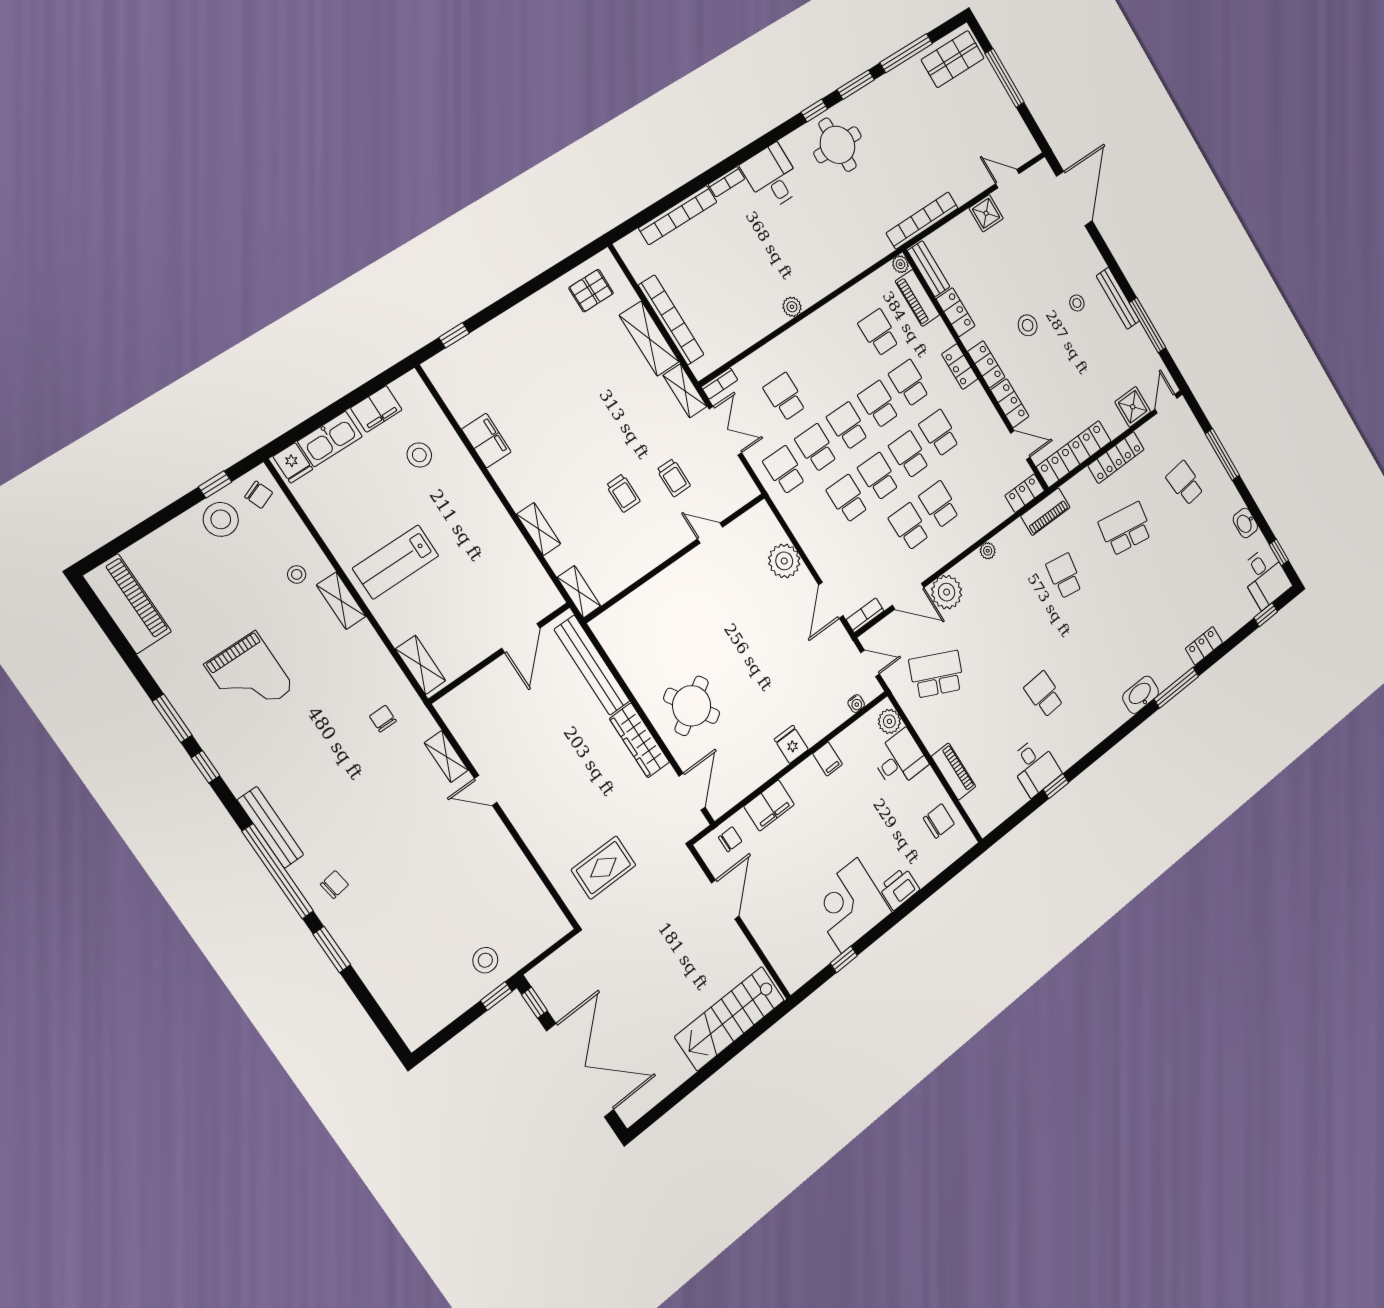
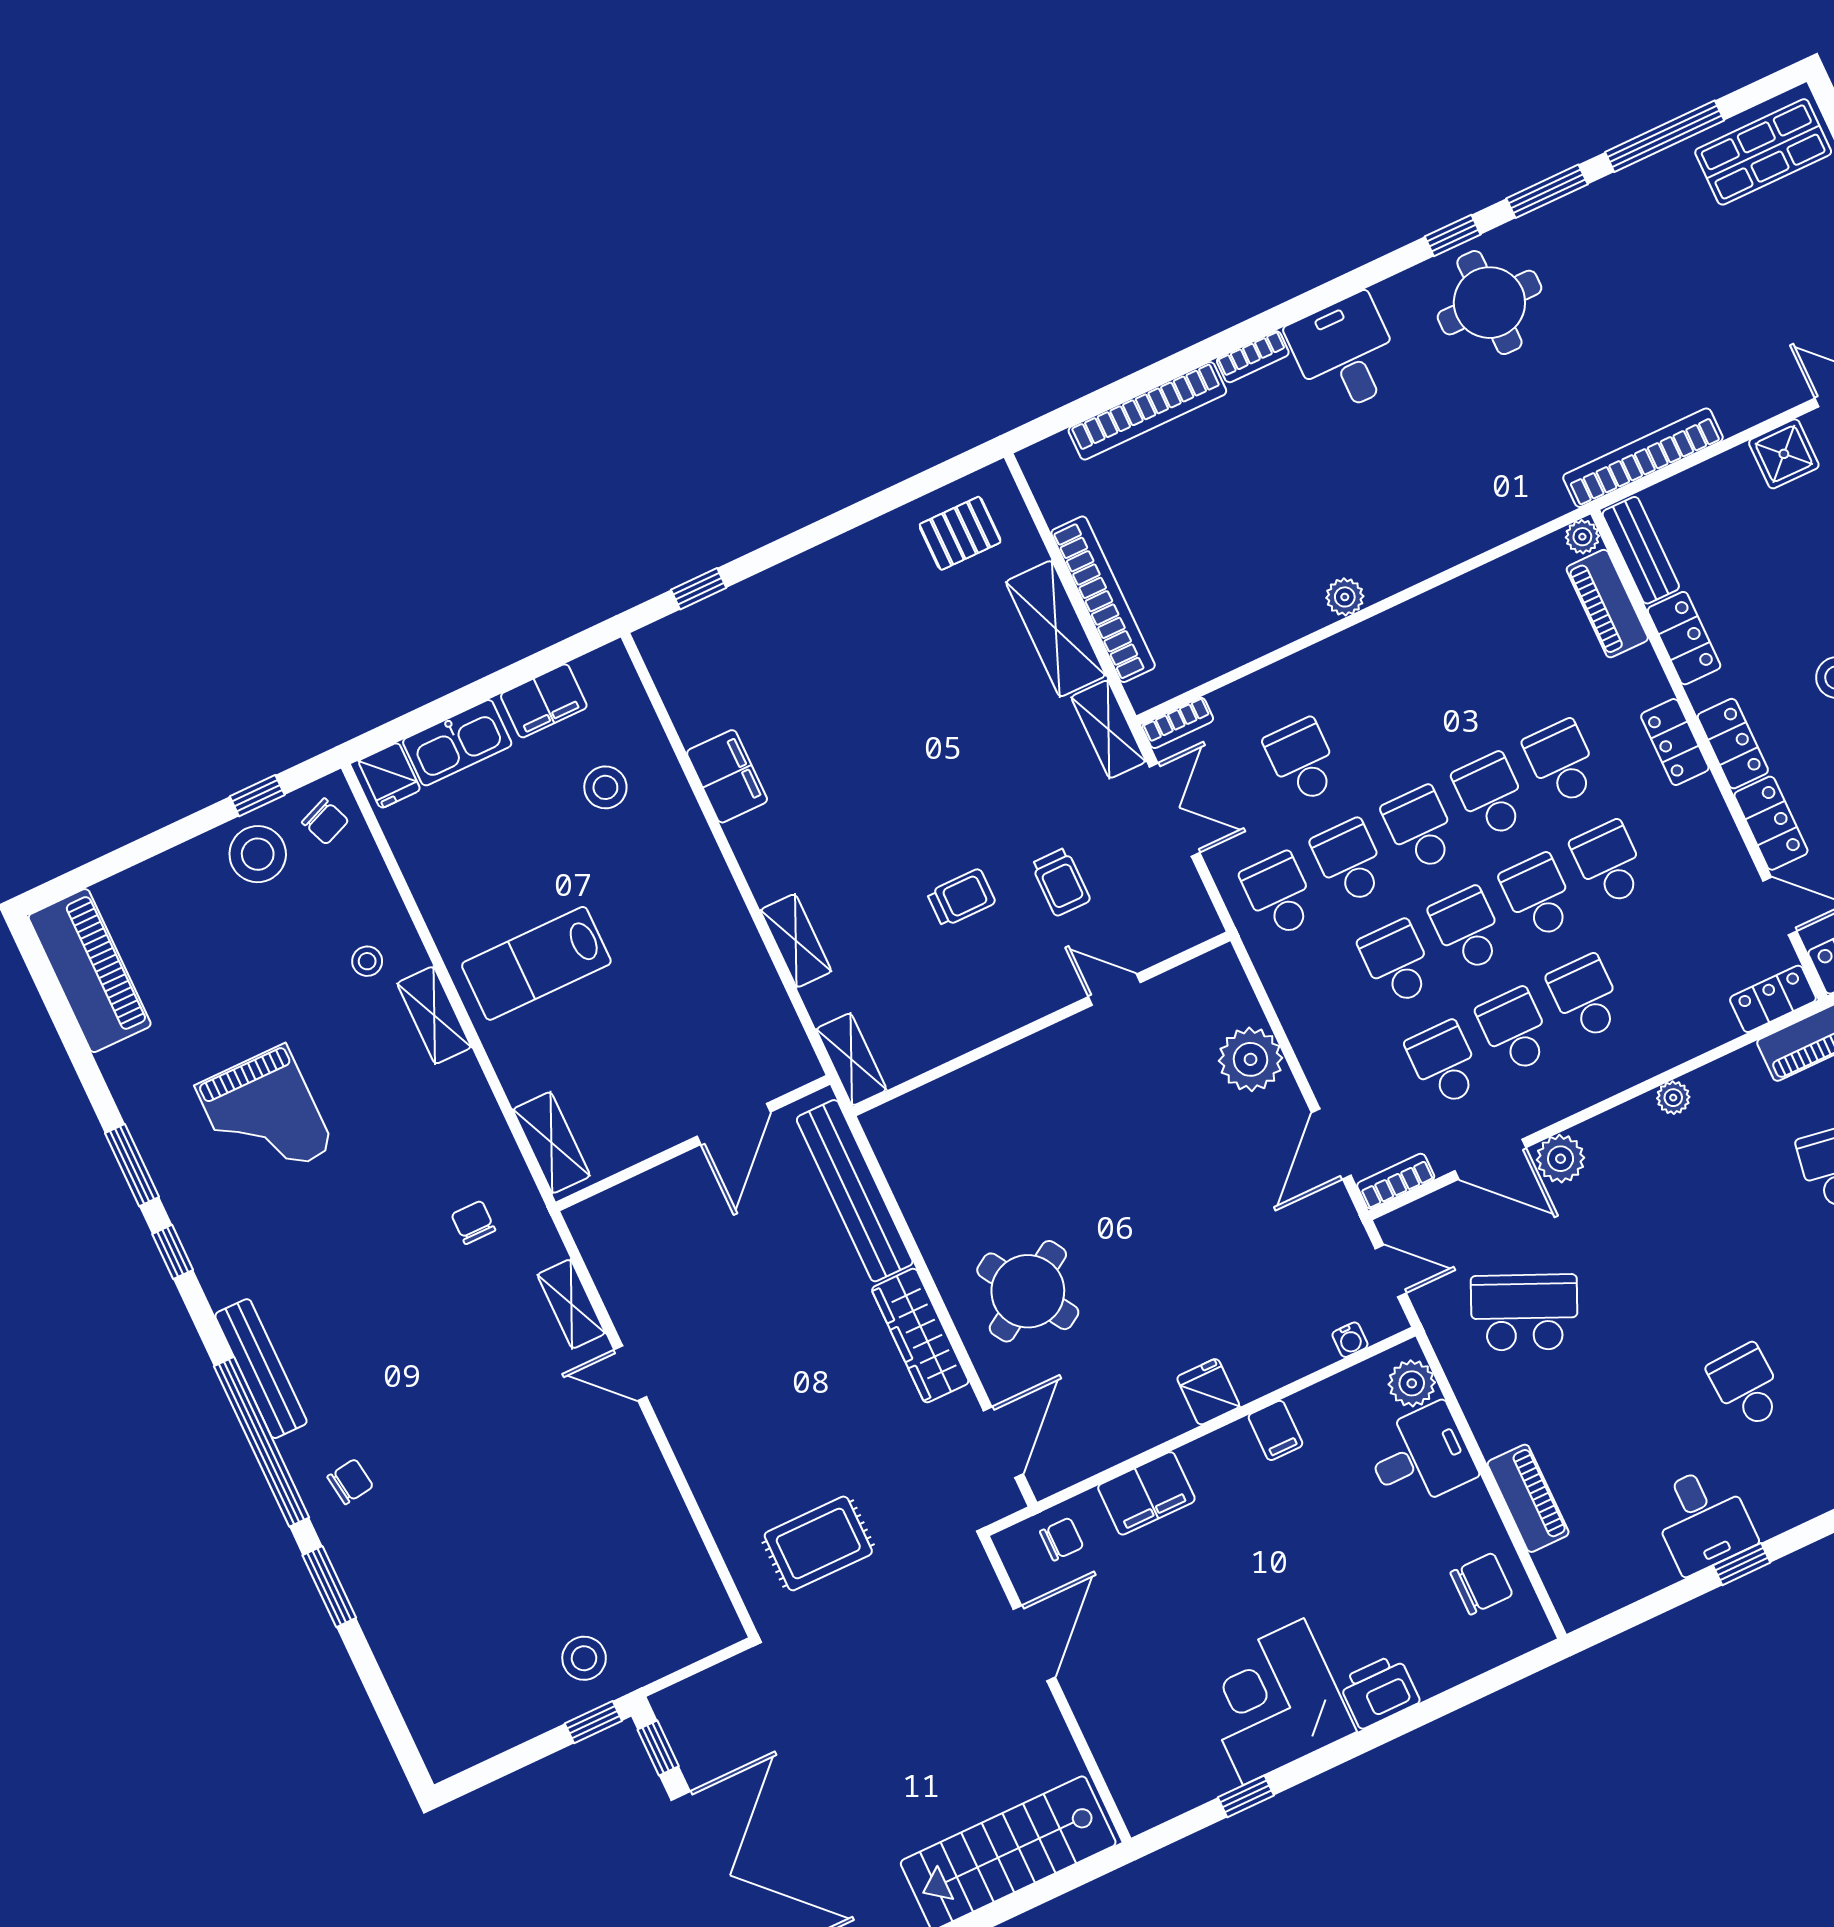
school desk: (879, 333) -> (1444, 1064), moved
trolley: (623, 493) -> (961, 898), turned -90
plant: (947, 592) -> (1561, 1159), width x0.73, depth x0.73

